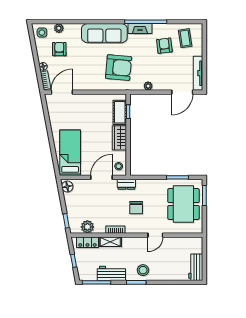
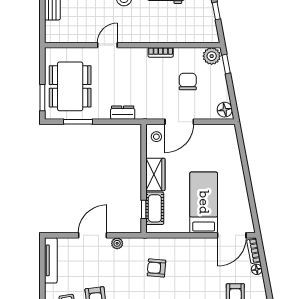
armchair: (119, 68) -> (156, 268), width x0.53, depth x0.53
door: (182, 92) -> (93, 235), moved
bed: (70, 153) -> (204, 202), moved, turned 180
dresser: (126, 184) -> (123, 113), moved
chair: (136, 208) -> (188, 82), moved
plant: (87, 227) -> (212, 56), moved
locker: (87, 242) -> (198, 35), removed
shelving: (110, 242) -> (168, 36), removed

